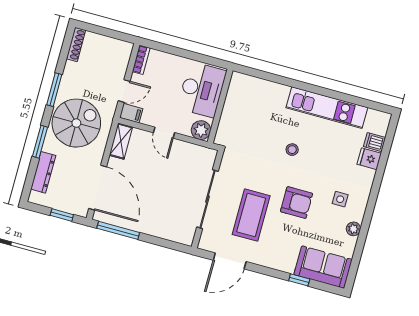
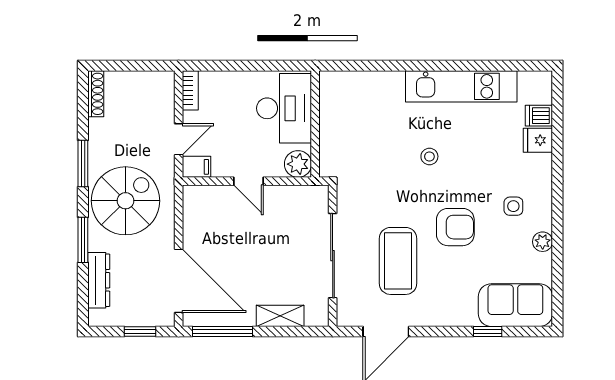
shelving: (121, 141) -> (280, 316), moved, turned 90

